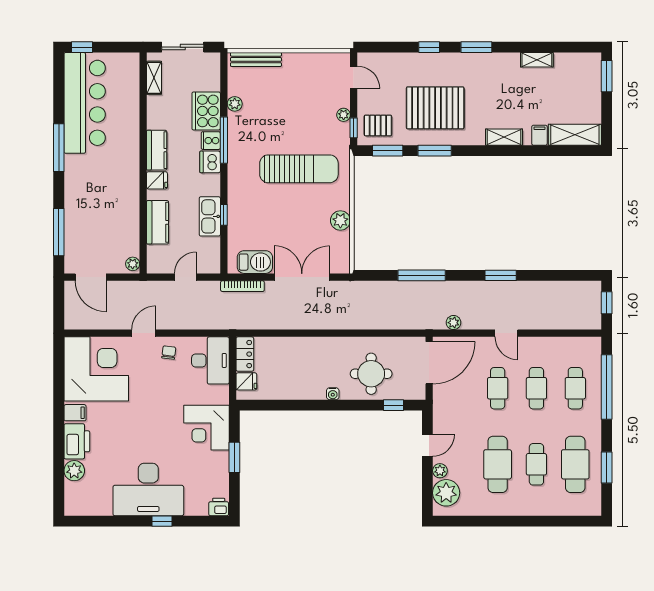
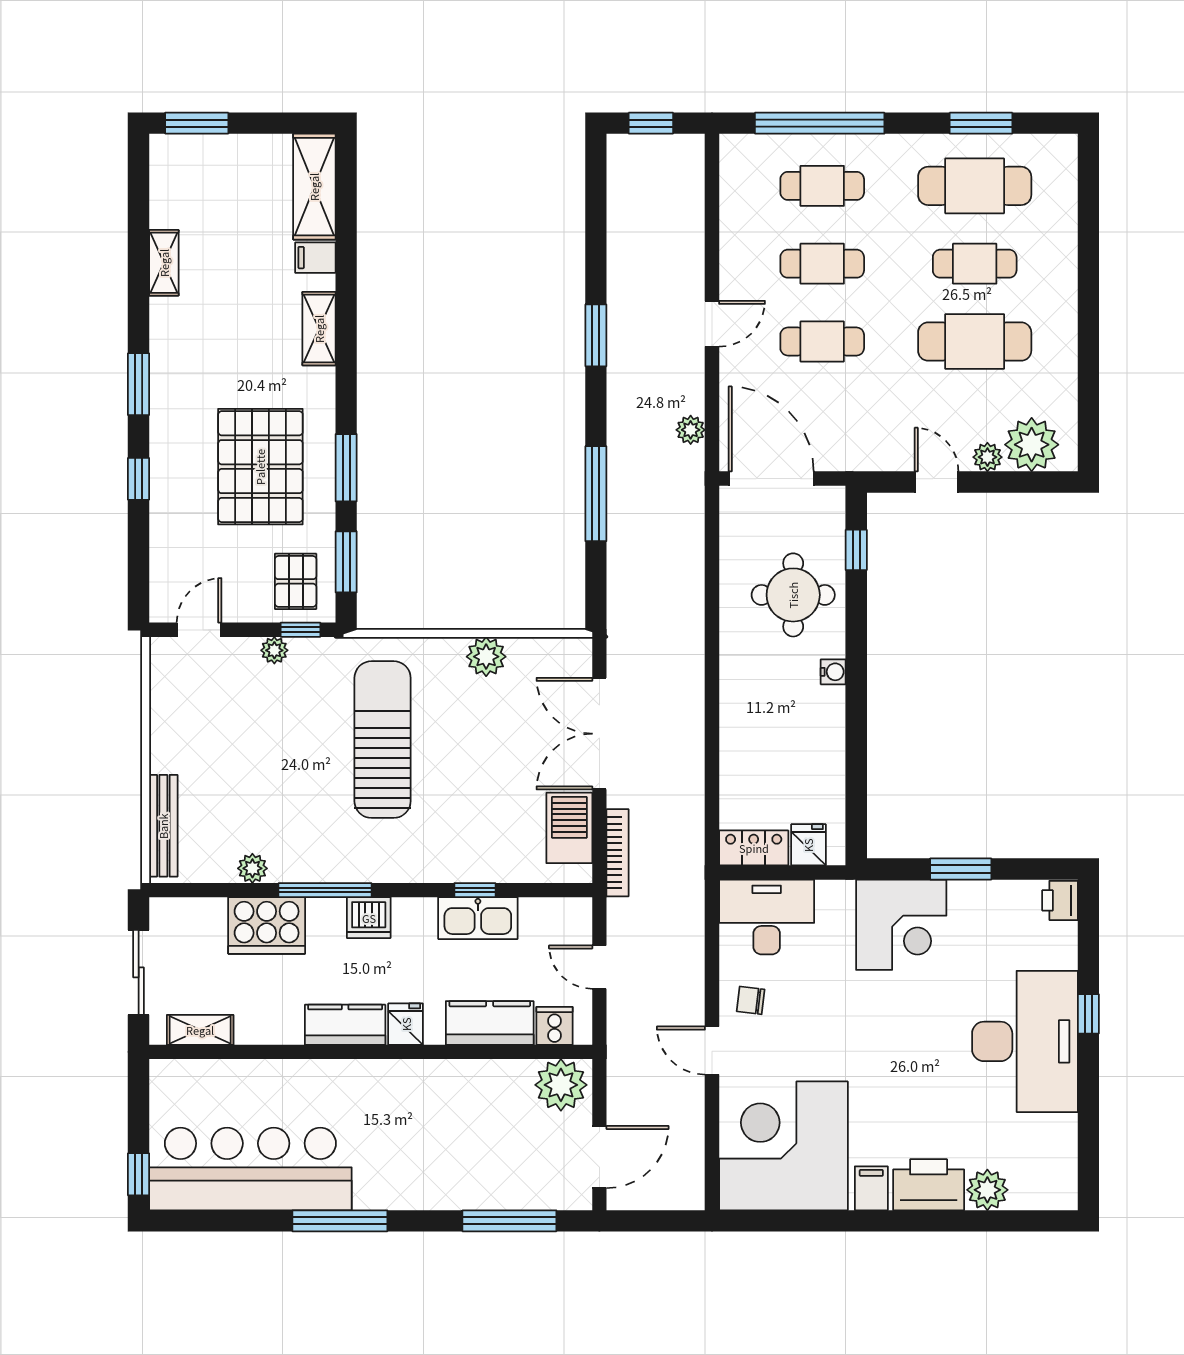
cooker: (211, 141) -> (555, 1026), moved, turned 180
plant: (133, 264) -> (561, 1085), width x1.88, depth x1.88

